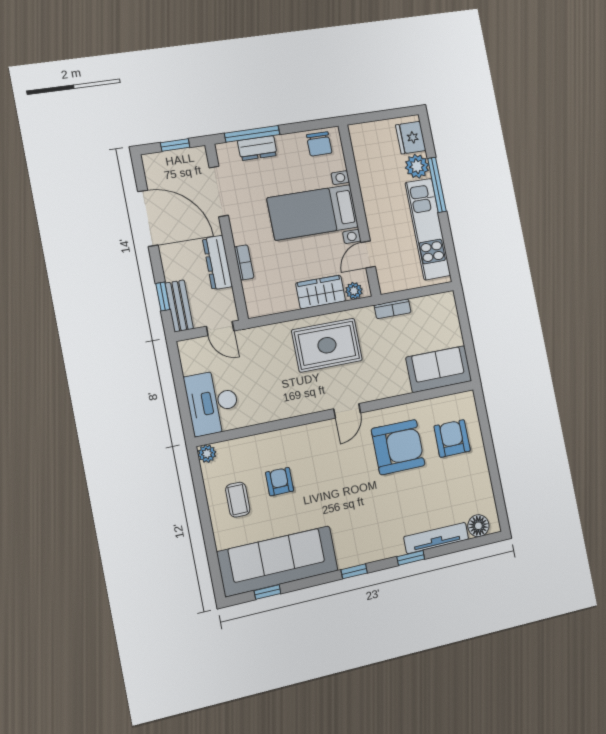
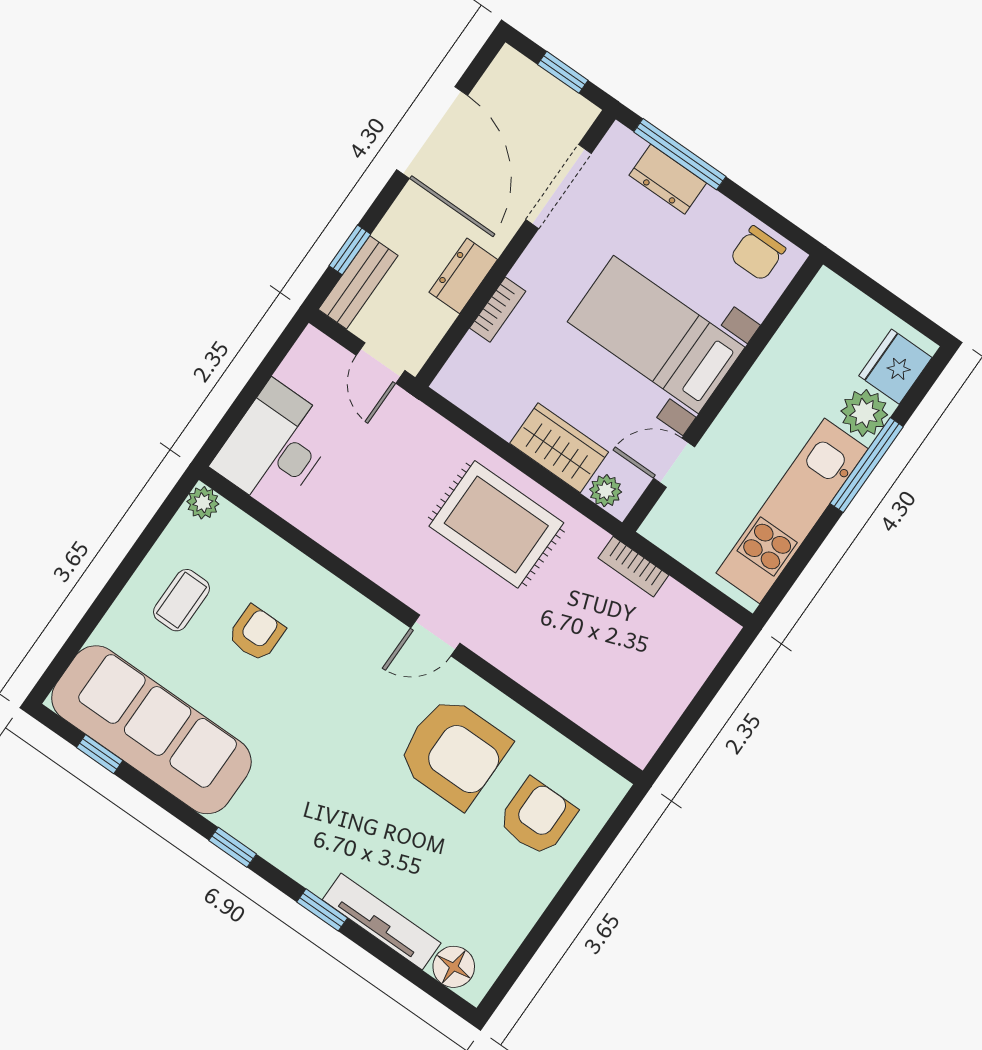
dresser: (218, 263) -> (463, 276), width x0.70
sofa: (439, 369) -> (614, 709), removed

